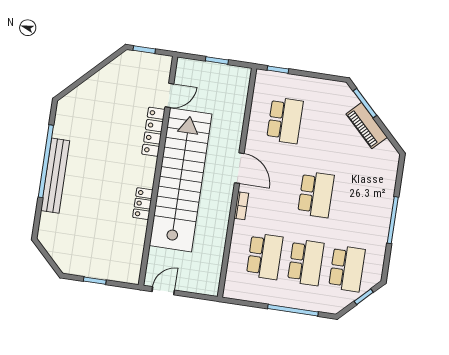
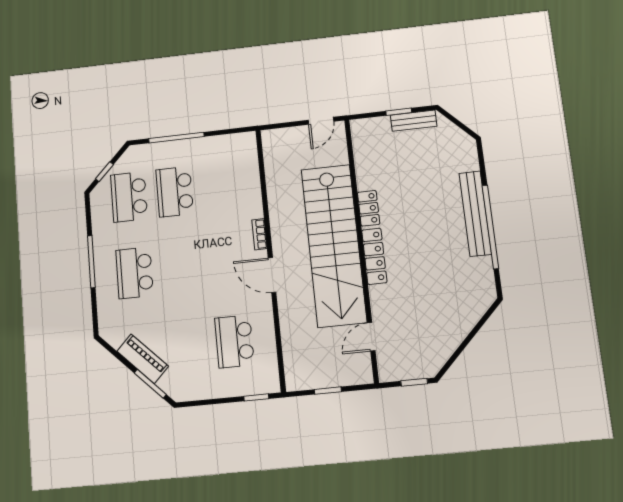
locker: (153, 132) -> (374, 256), moved
school desk: (316, 194) -> (135, 273), moved
school desk: (265, 256) -> (221, 187), removed
bench: (84, 269) -> (414, 121), added

